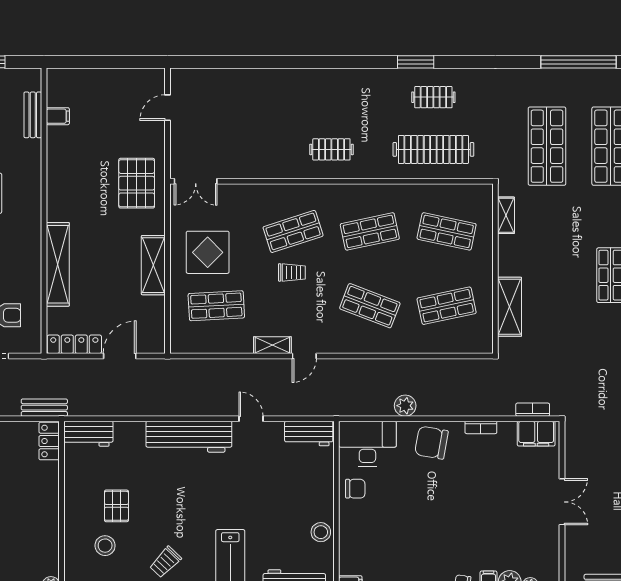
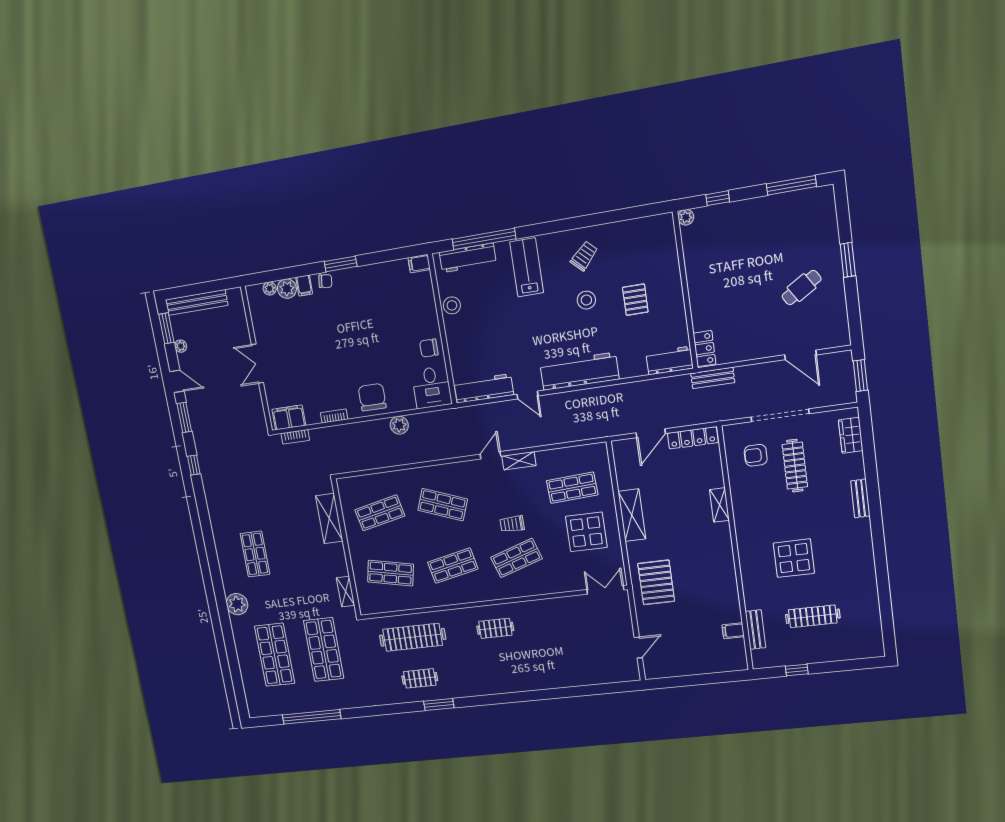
shelving: (58, 264) -> (719, 505), width x0.45, depth x0.75
workbench: (309, 433) -> (484, 388), width x1.38
chair: (431, 443) -> (372, 397), turned -100
desk: (367, 444) -> (432, 387), width x0.73
stool: (105, 546) -> (586, 300), moved

